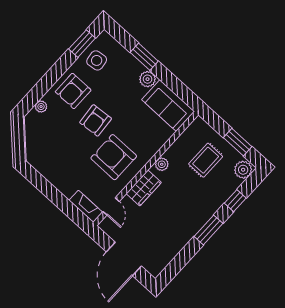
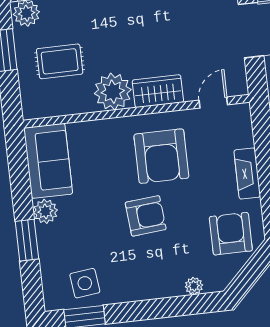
armchair: (73, 91) -> (231, 234), moved, turned -90
plant: (162, 164) -> (113, 92), width x1.88, depth x1.88
fireplace: (86, 206) -> (247, 174), moved

